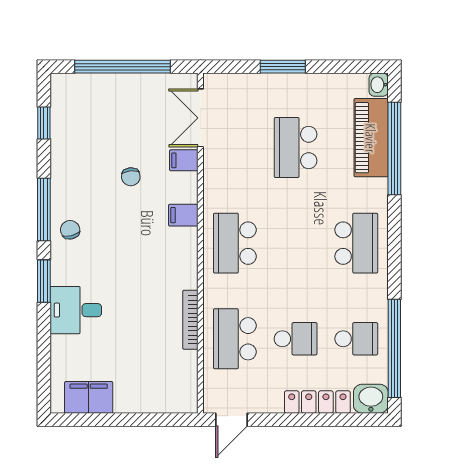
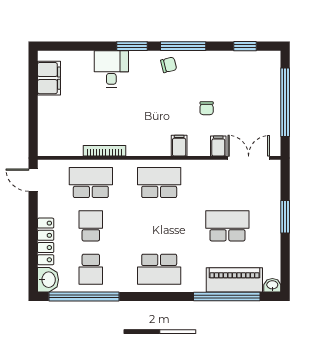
chair: (131, 177) -> (207, 108), turned -85
school desk: (296, 339) -> (91, 226), turned 180

